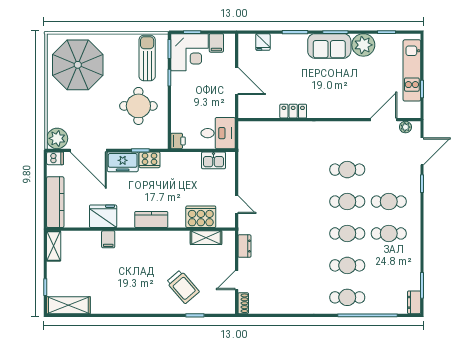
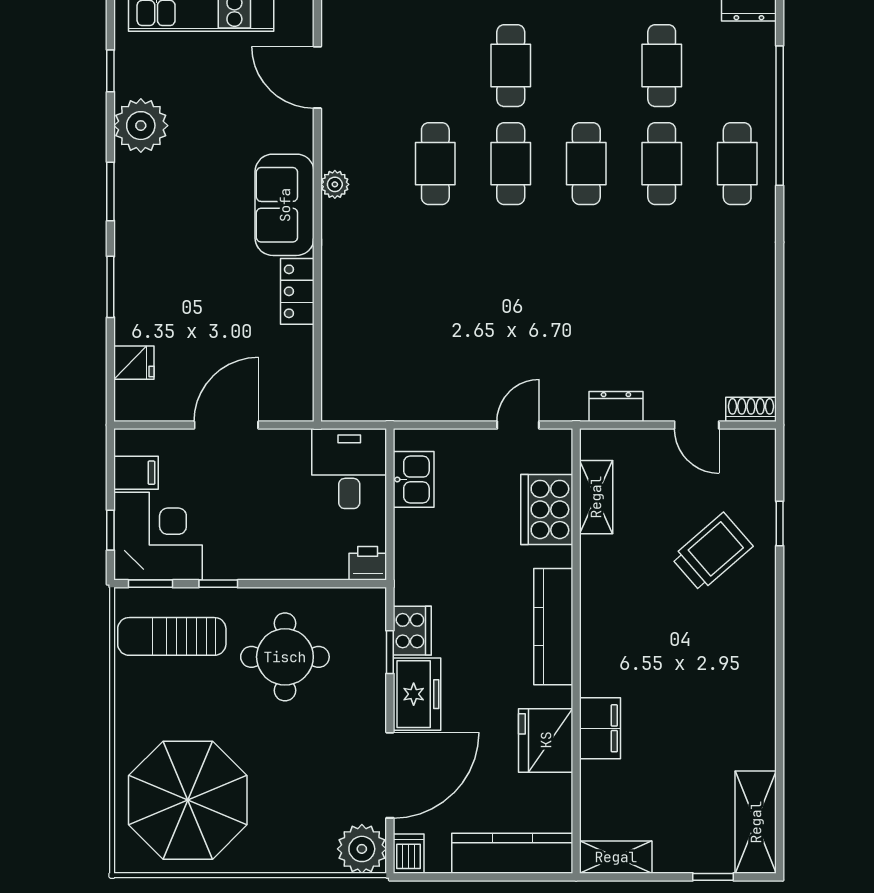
sofa: (329, 46) -> (285, 205), moved, turned 180
plant: (405, 127) -> (335, 184), moved
kitchen counter: (151, 220) -> (553, 627), width x1.50
cafe table: (389, 233) -> (662, 66), moved
filing cabinet: (108, 239) -> (600, 728), width x2.00

